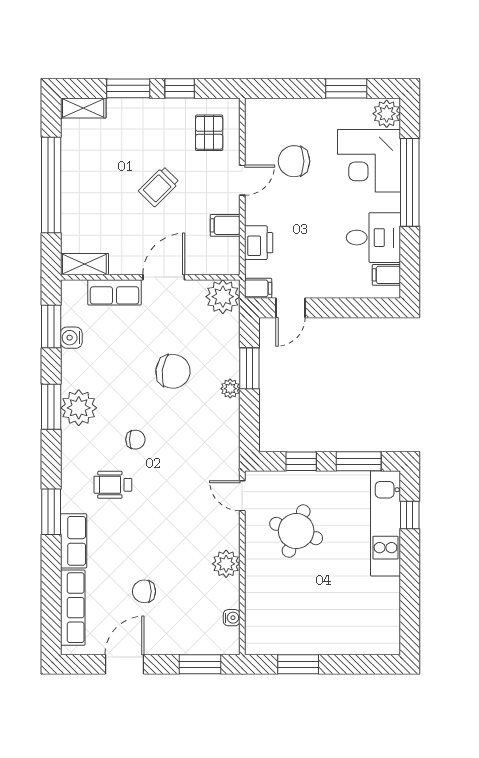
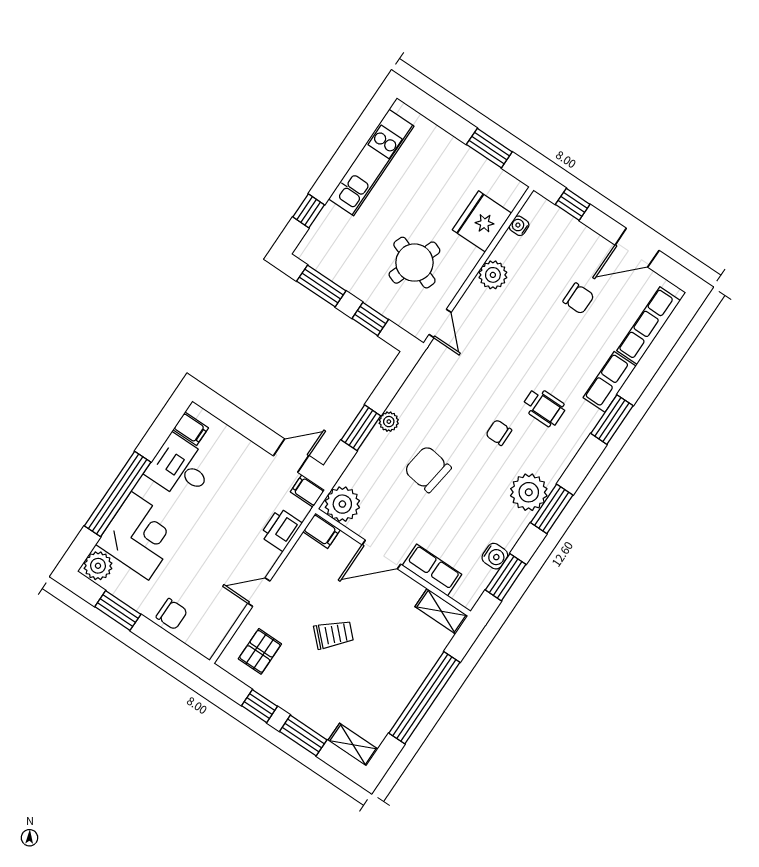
chair: (294, 161) -> (172, 614), moved, width x0.73, depth x0.73
filing cabinet: (225, 225) -> (322, 531), moved
kitchen unit: (386, 523) -> (371, 163), moved
fridge: (264, 601) -> (482, 221), added
window: (200, 664) -> (573, 204), width x0.67

